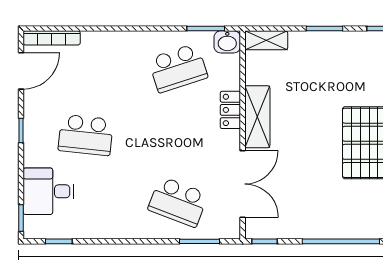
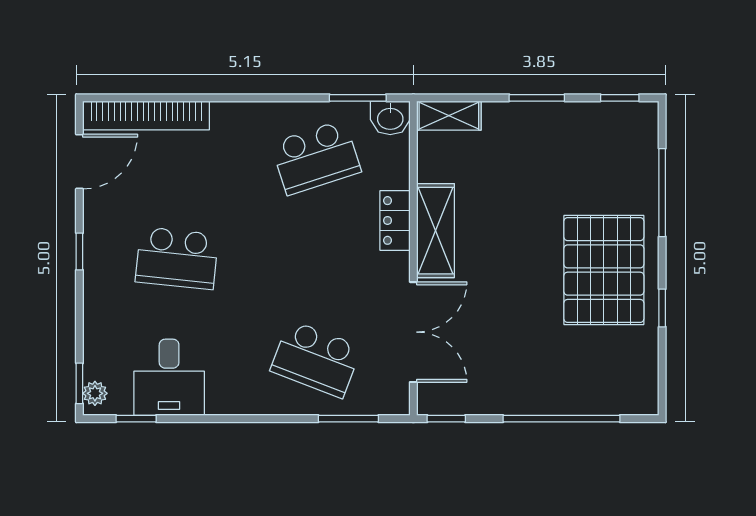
bookcase: (52, 38) -> (146, 115), width x1.48, depth x1.31
desk: (49, 191) -> (169, 377), moved, turned -90
plant: (31, 225) -> (95, 393), added

